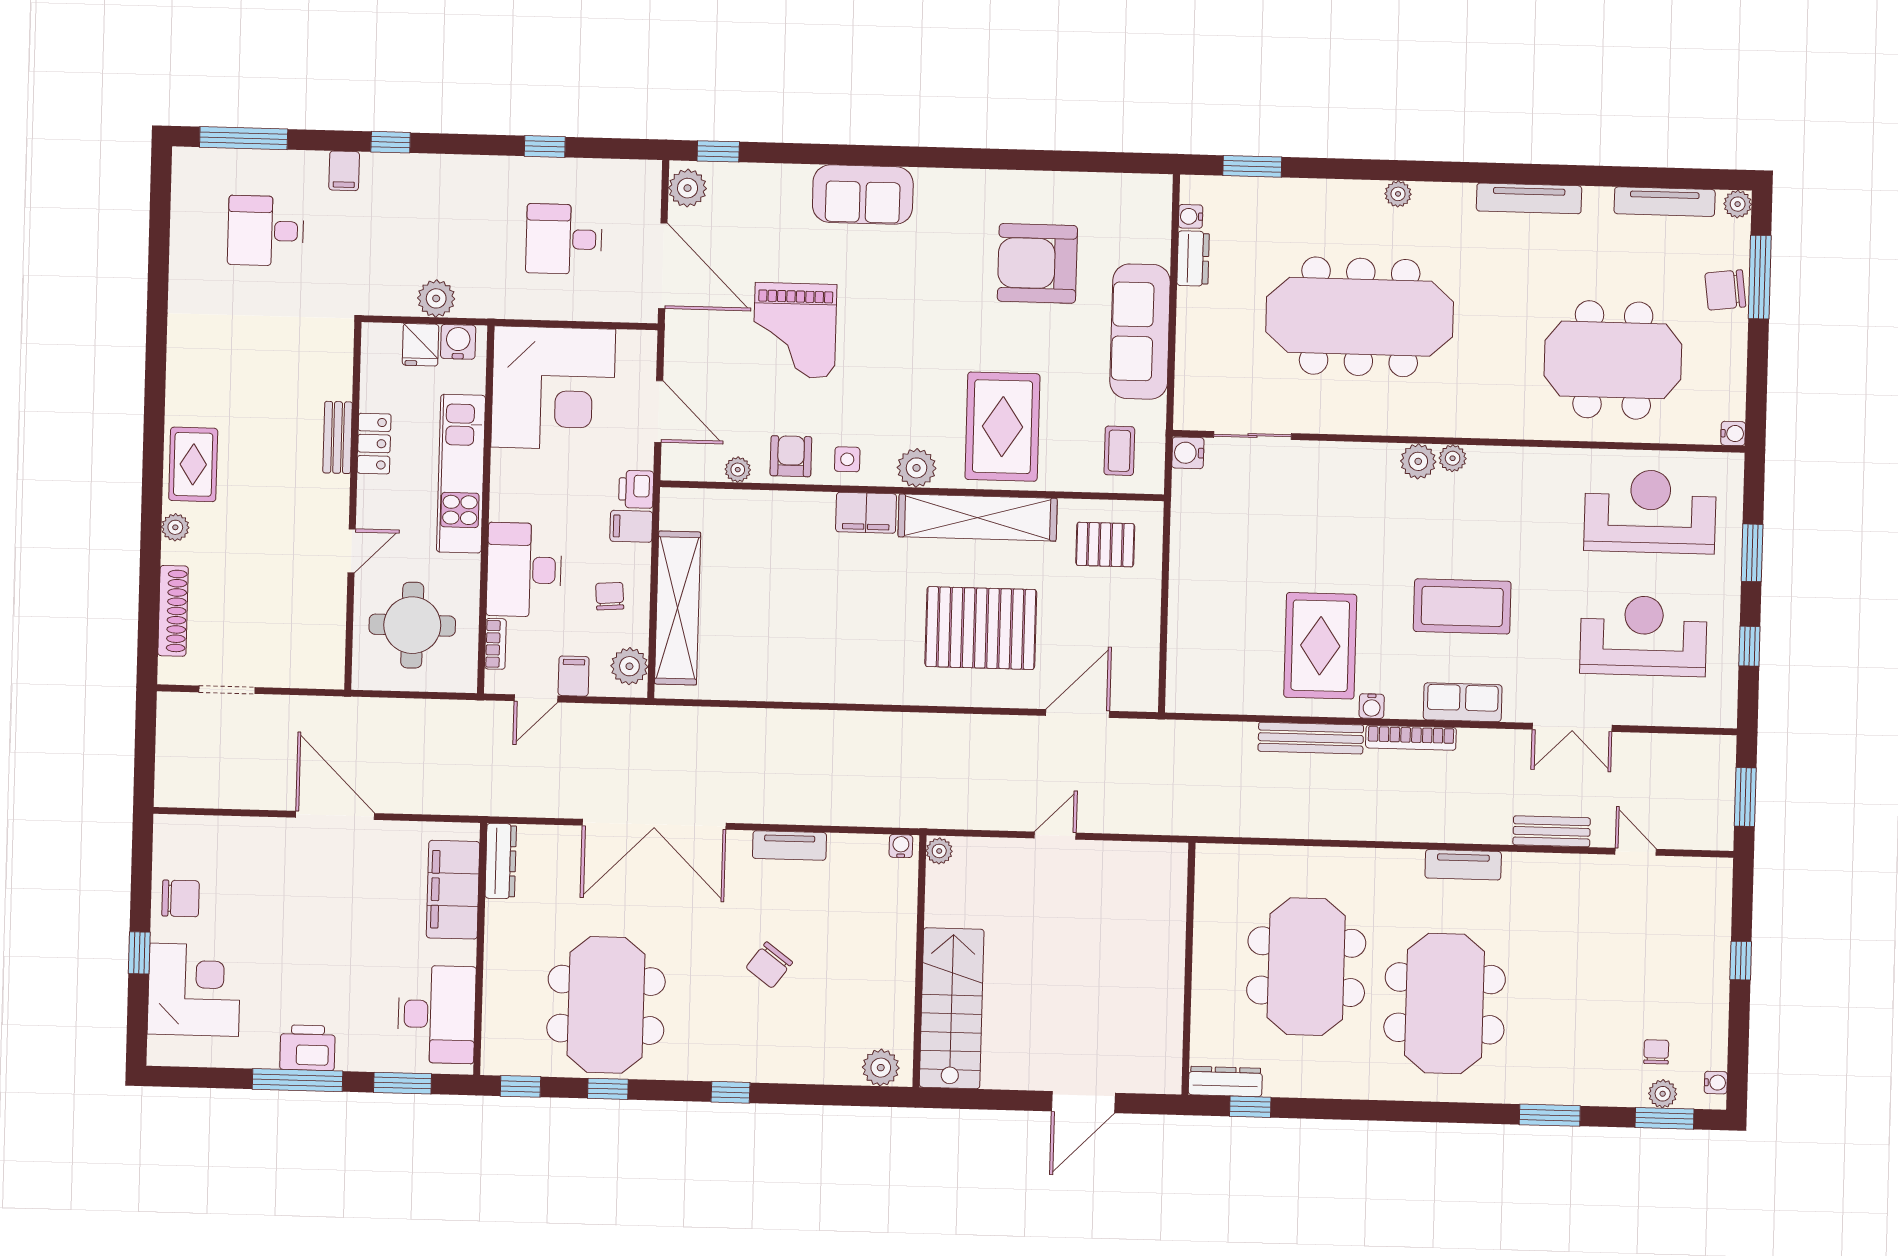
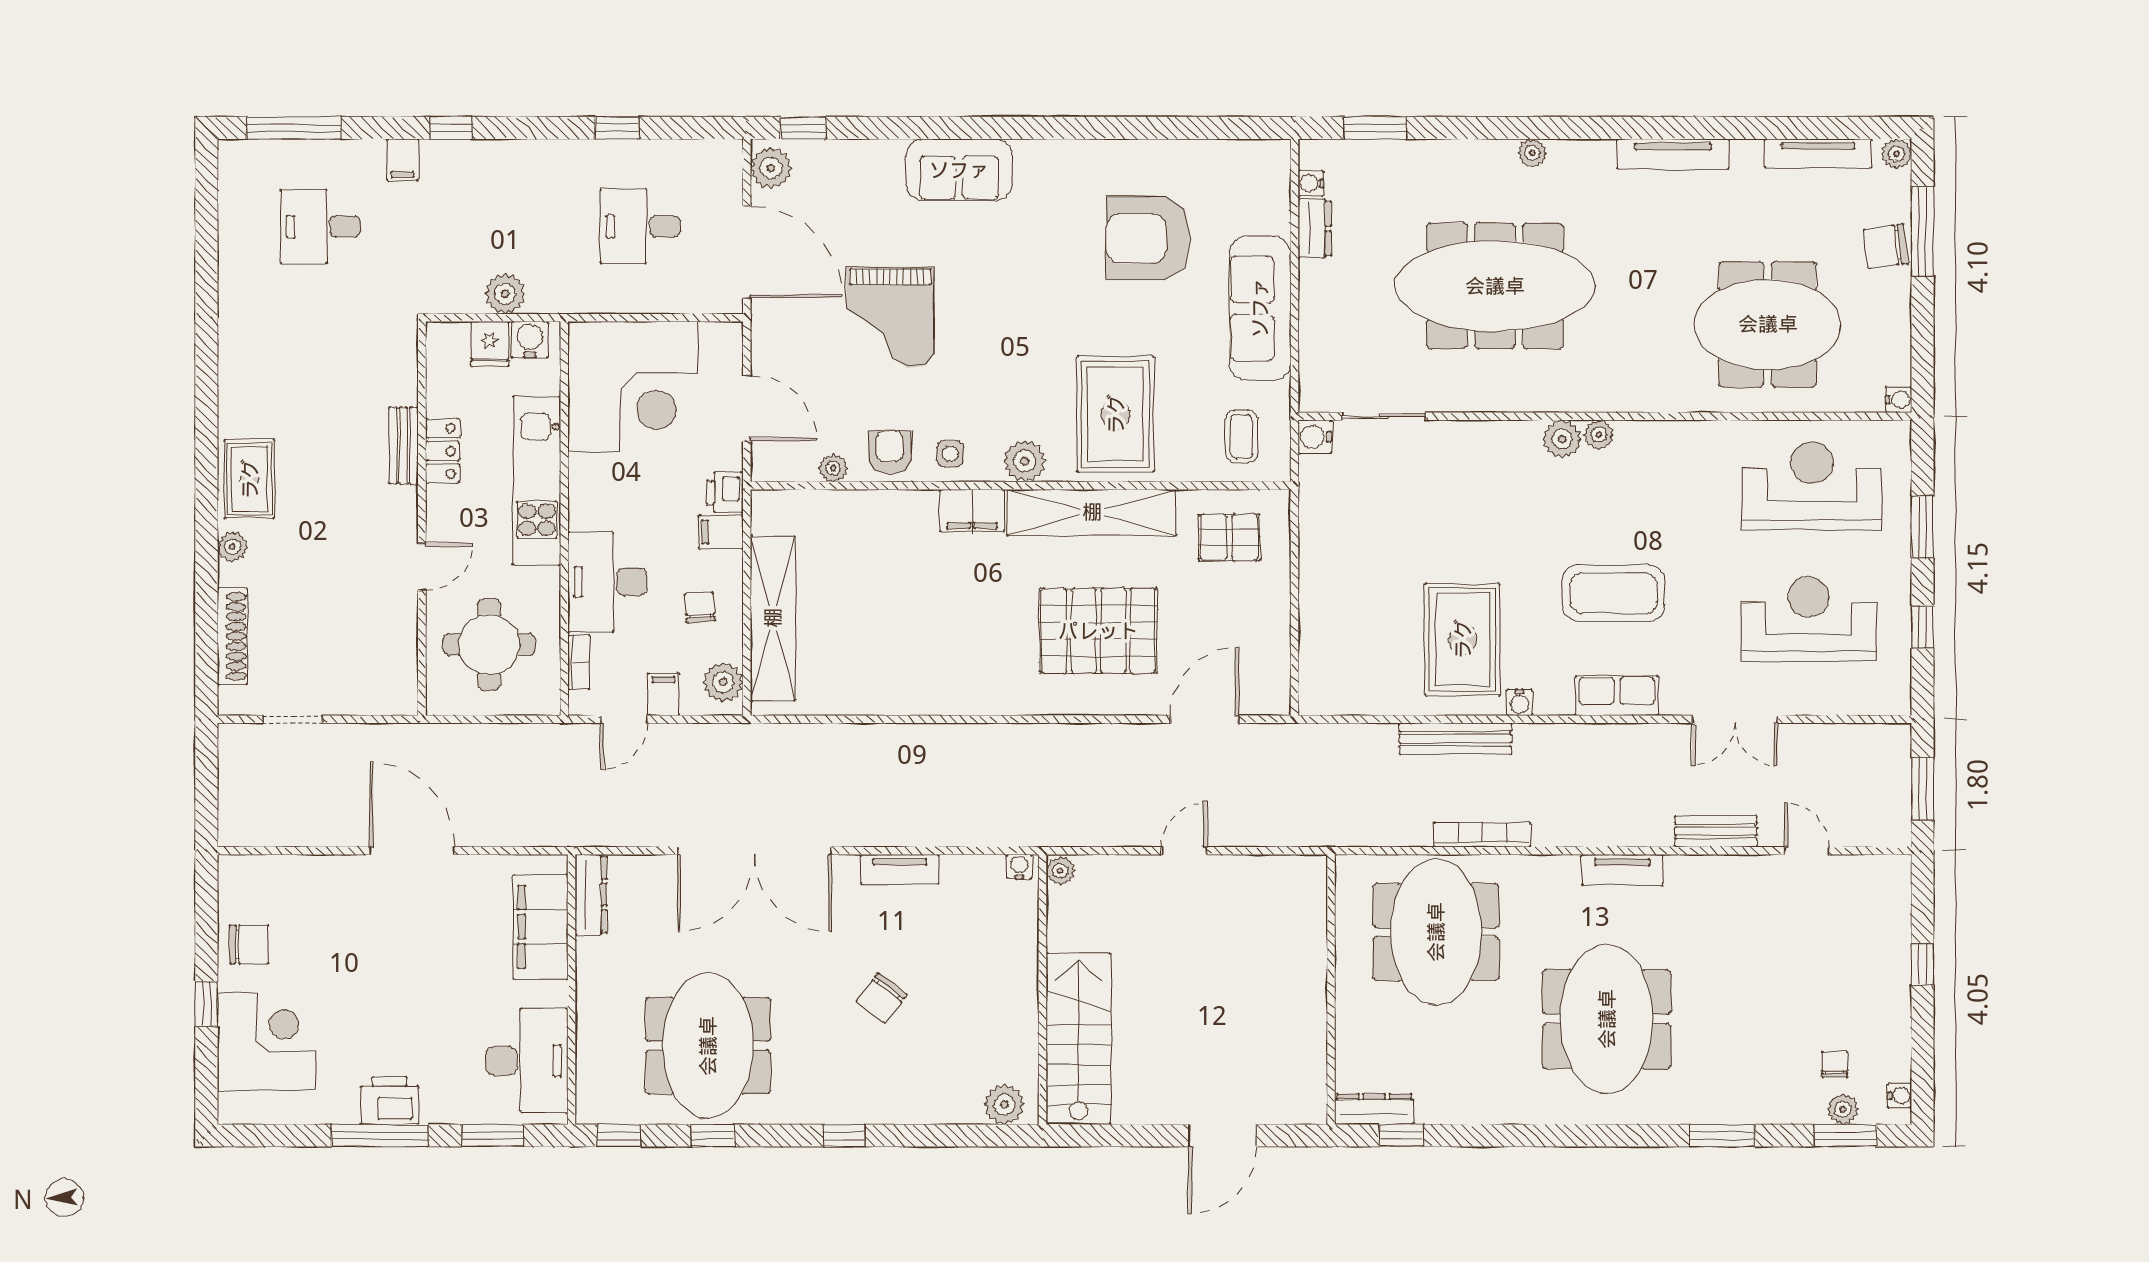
bookcase: (1411, 738) -> (1482, 835), moved, turned 180
meeting table: (1306, 967) -> (1436, 932), moved

